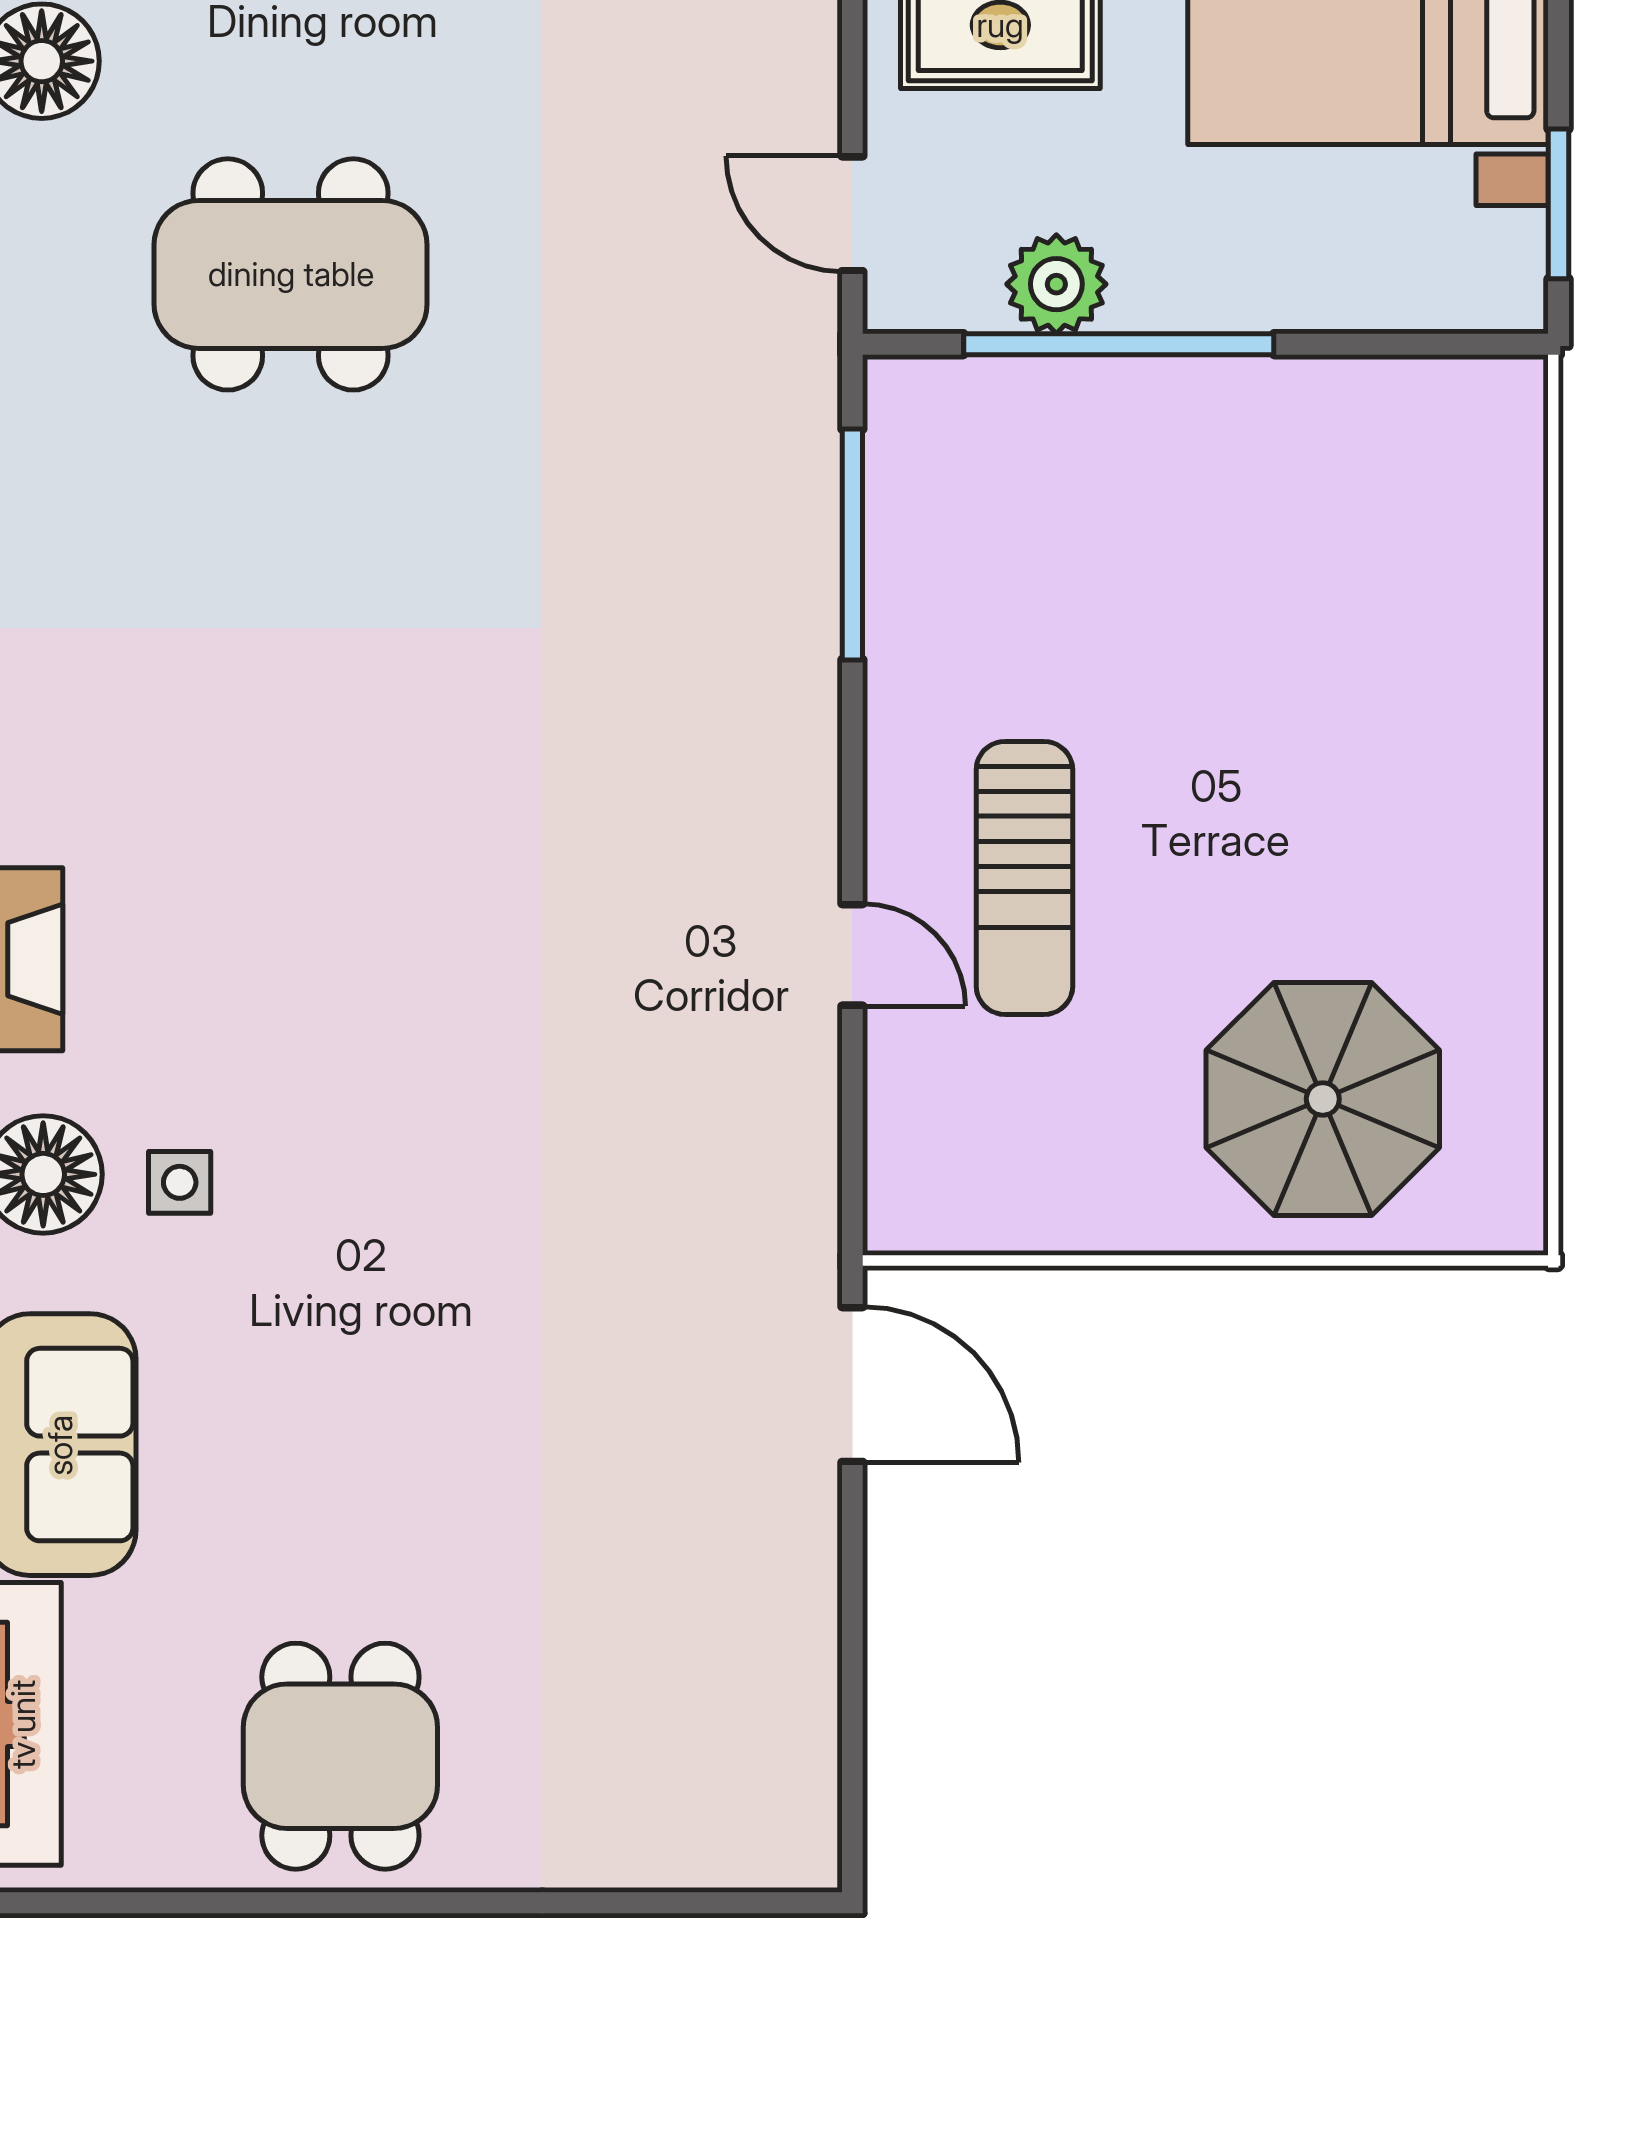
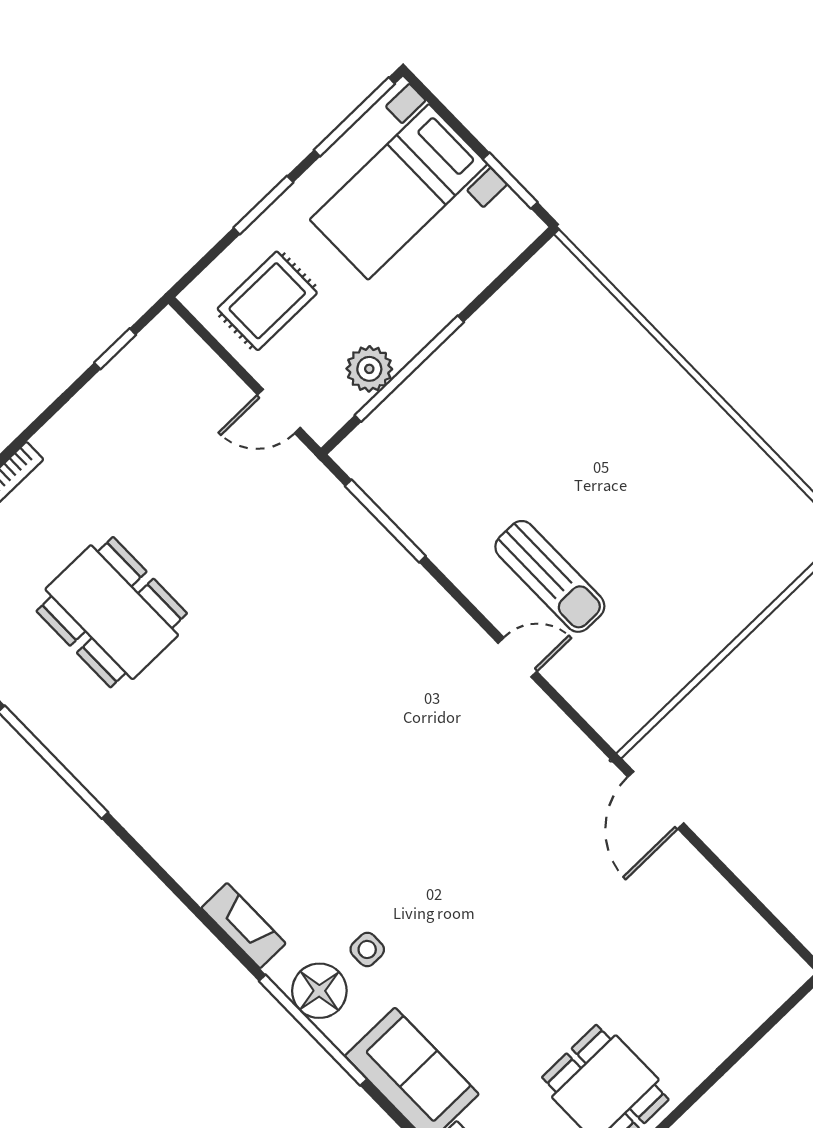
dining table: (291, 274) -> (112, 612), turned 90
parasol: (1323, 1099) -> (720, 554), removed
door: (852, 1385) -> (656, 800), swing flipped

